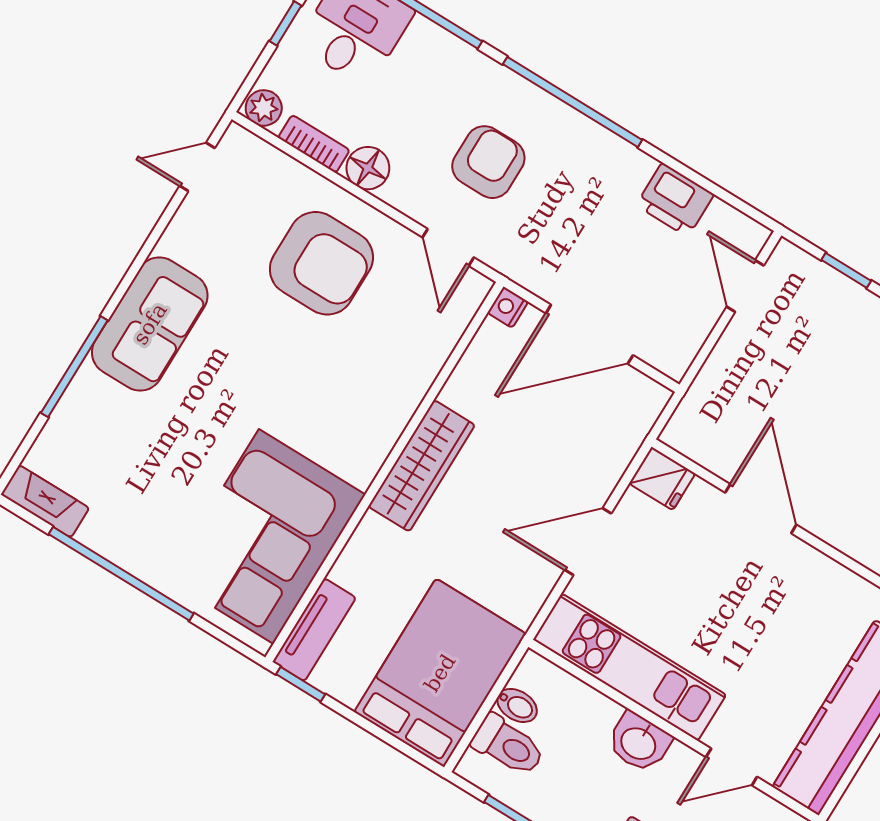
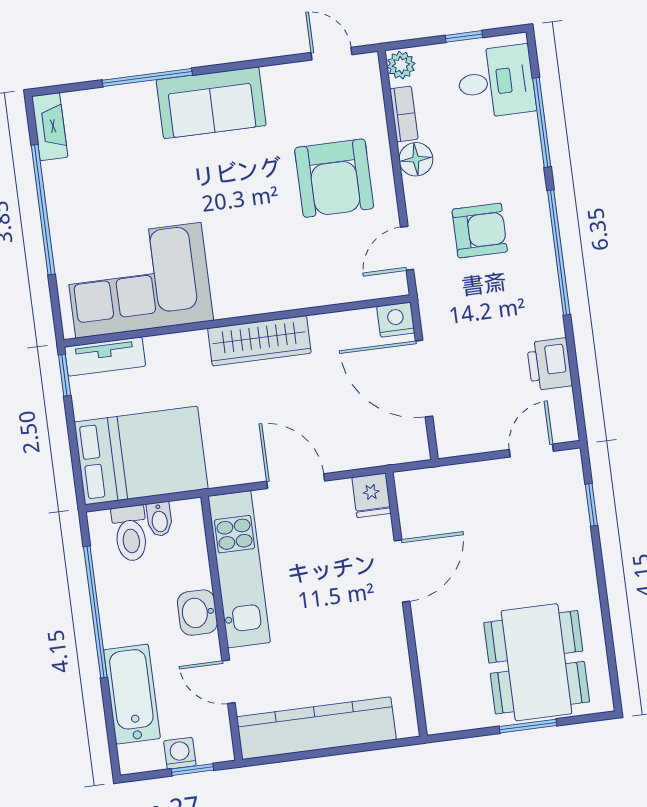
nightstand: (508, 307) -> (396, 320), width x1.39, depth x1.35

